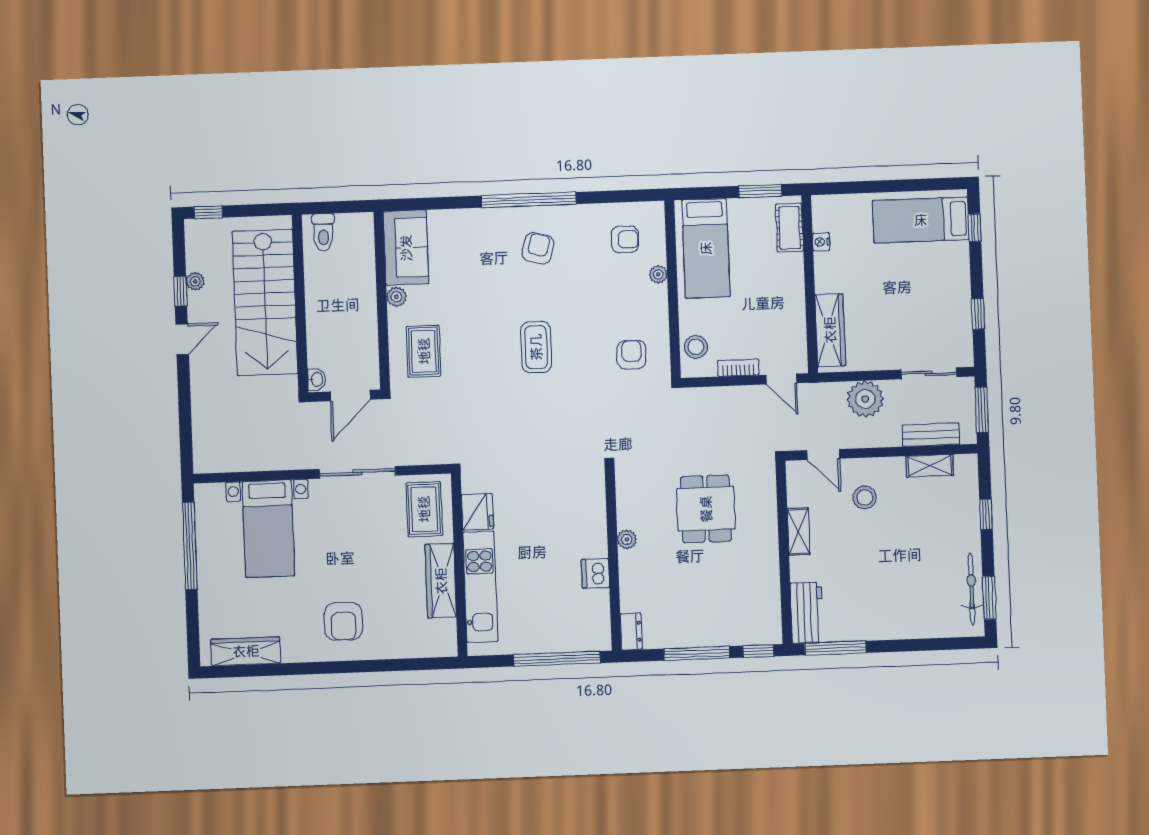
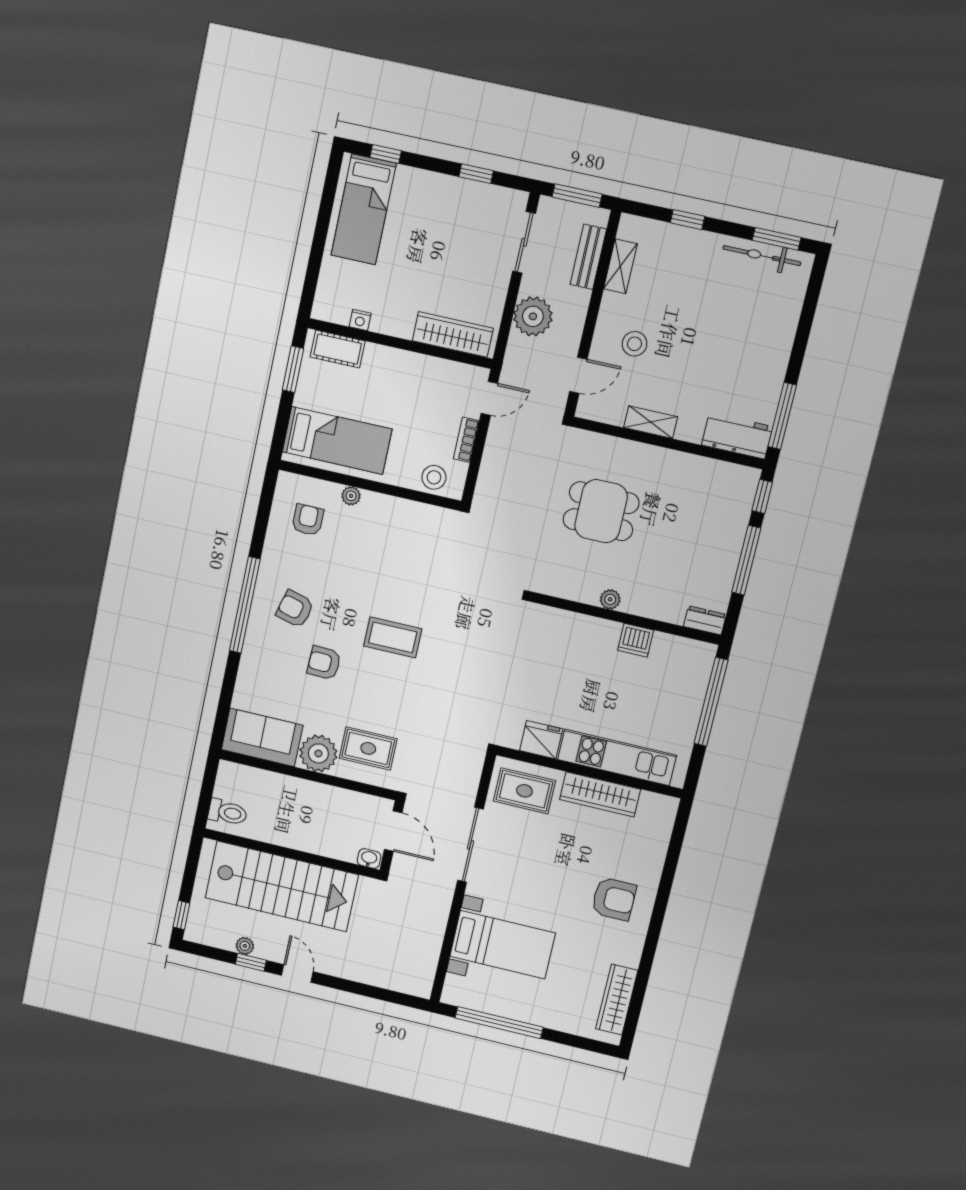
plant: (396, 297) -> (318, 753), width x1.88, depth x1.88
armchair: (631, 355) -> (324, 663), moved

